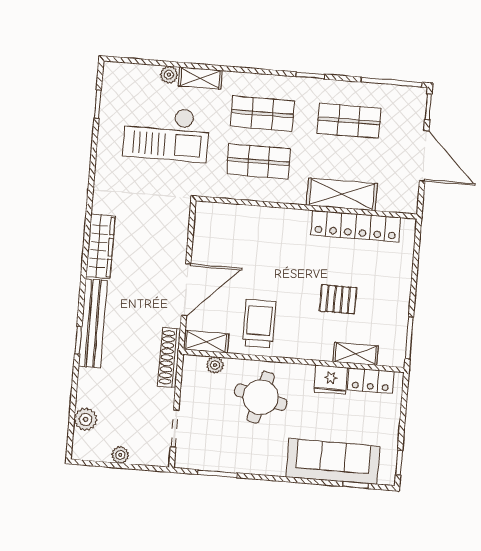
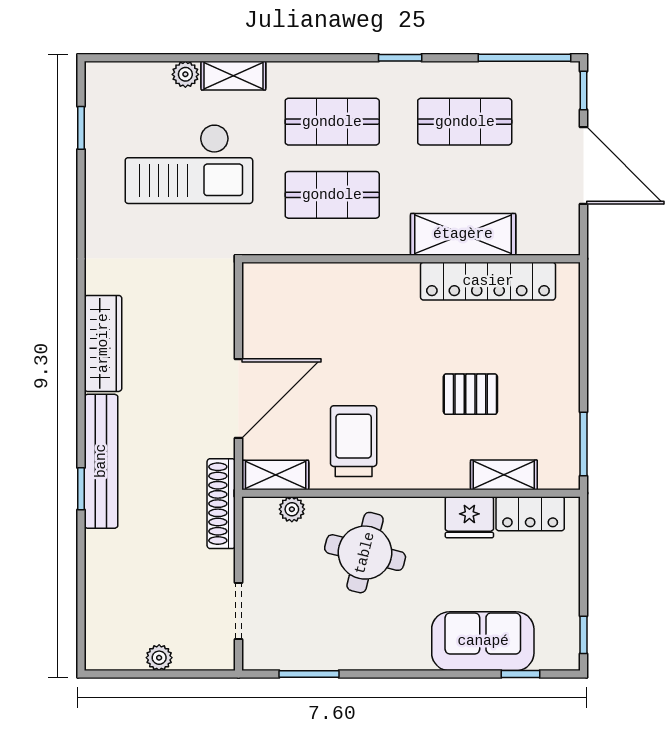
plant: (86, 419) -> (102, 608), removed
sofa: (333, 462) -> (483, 641), width x0.73

